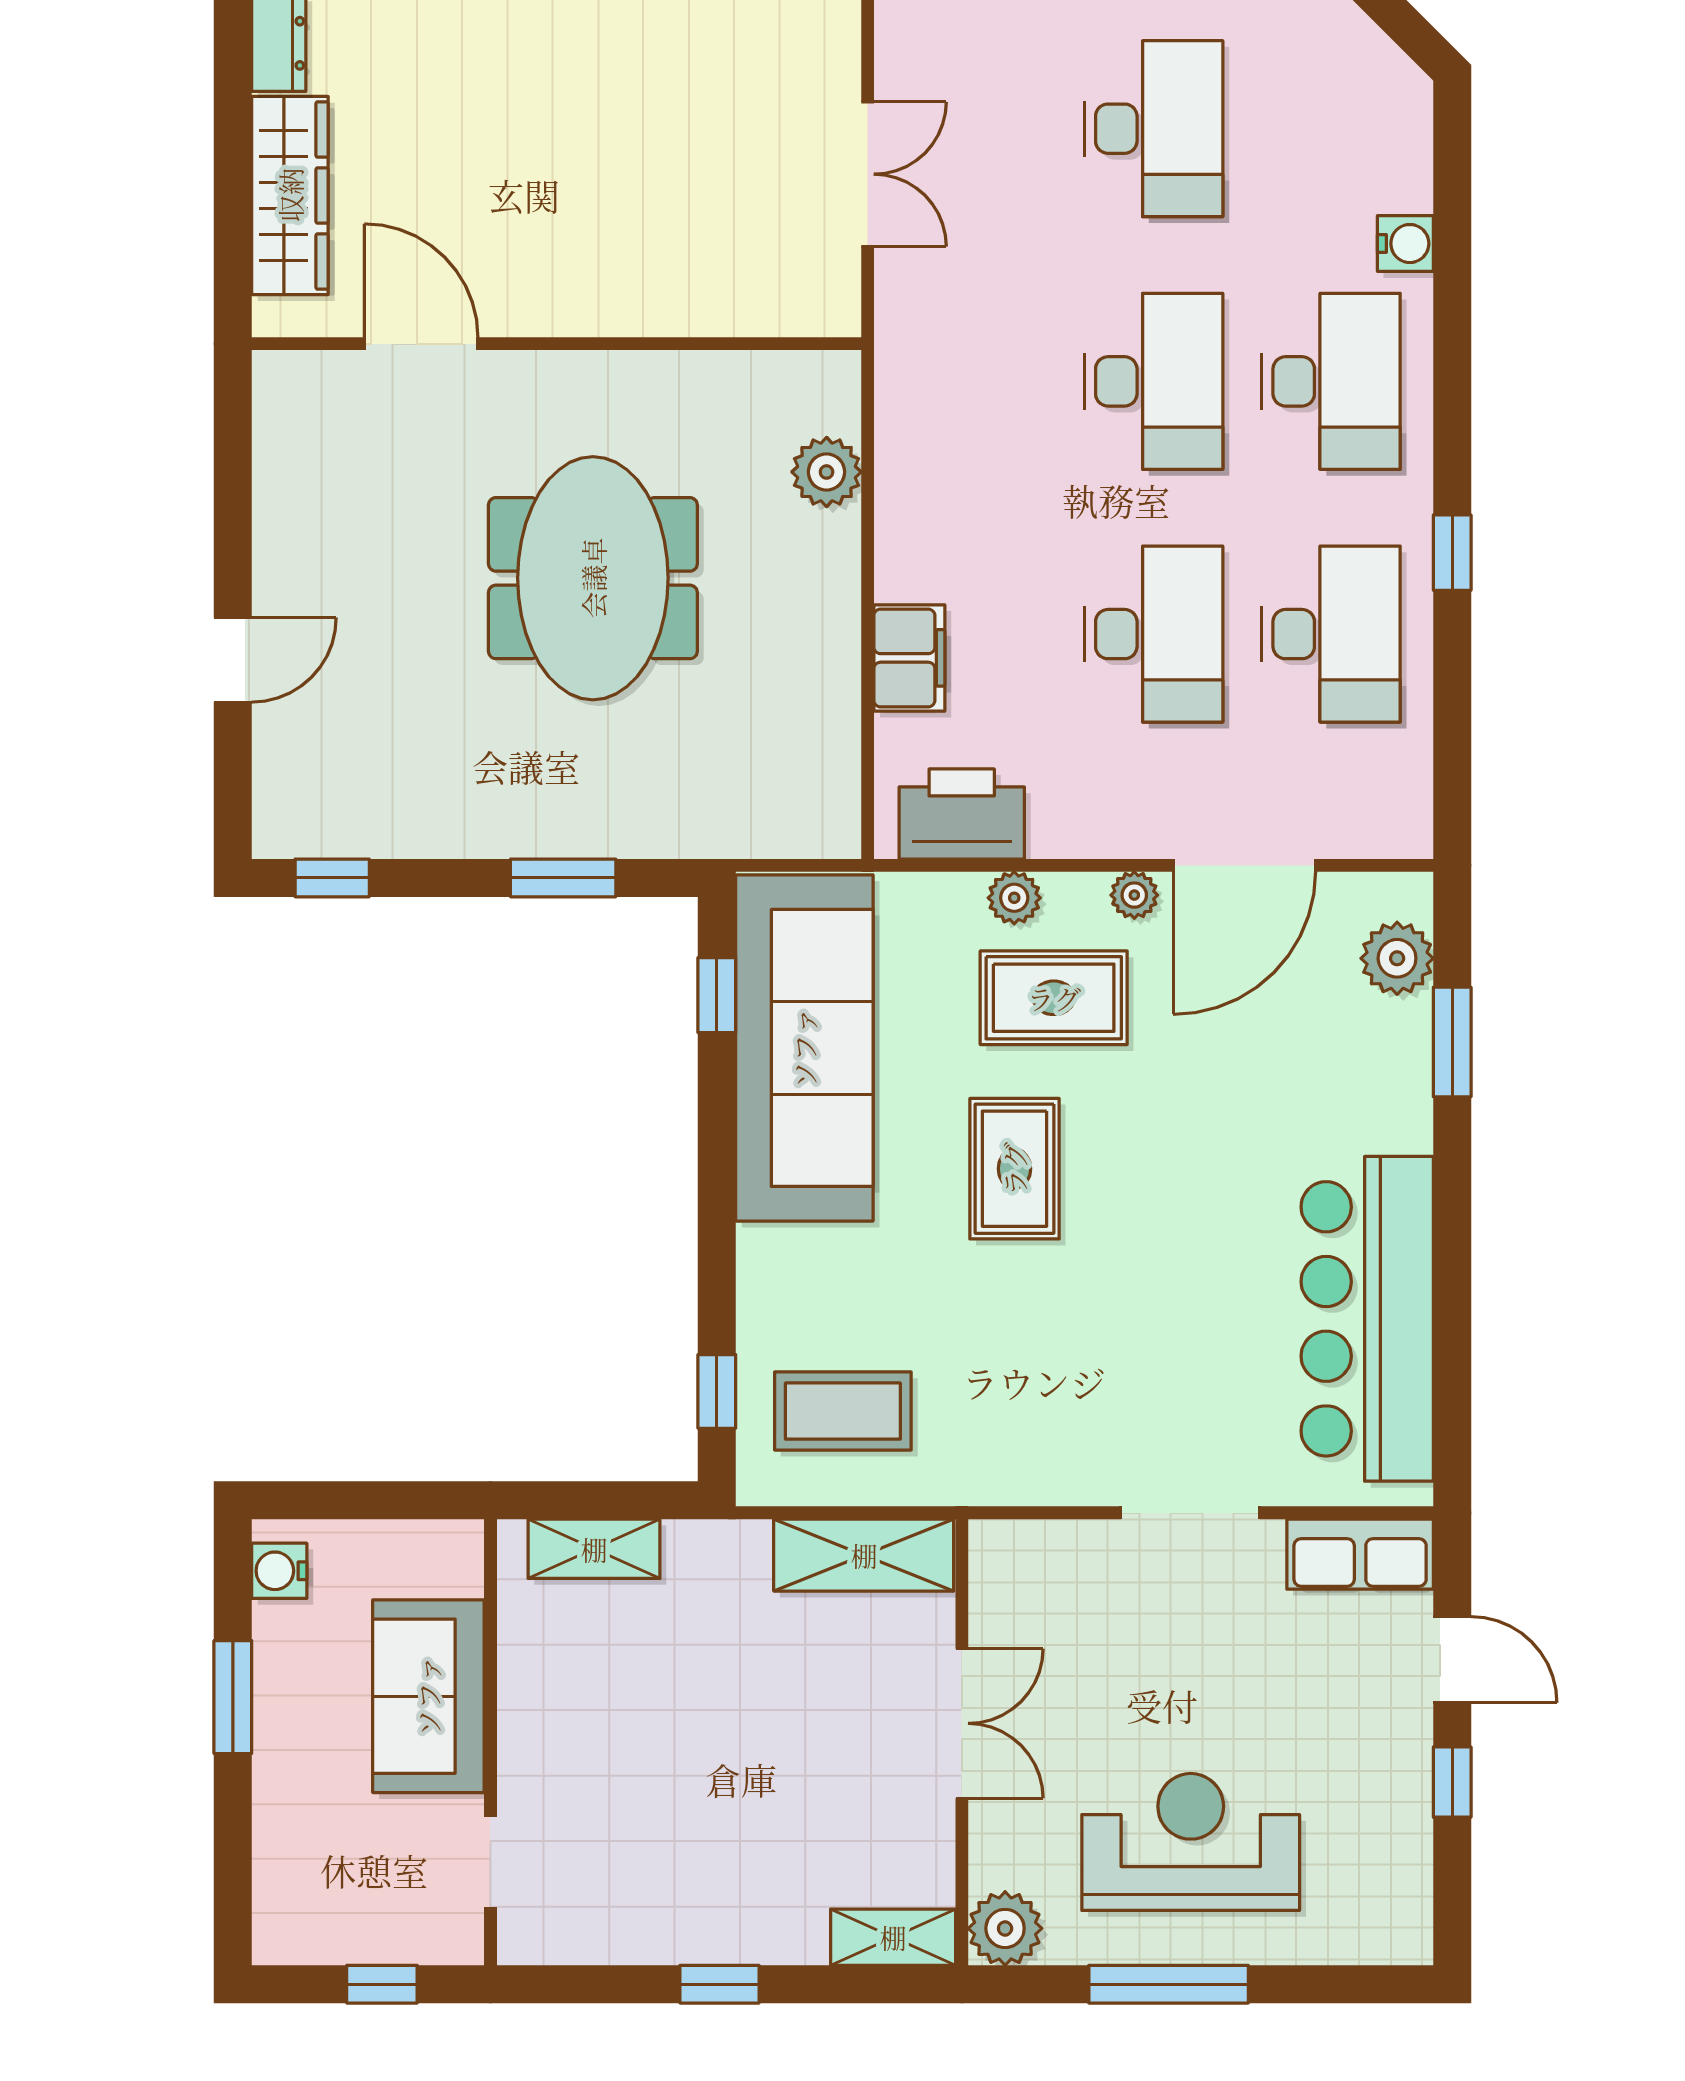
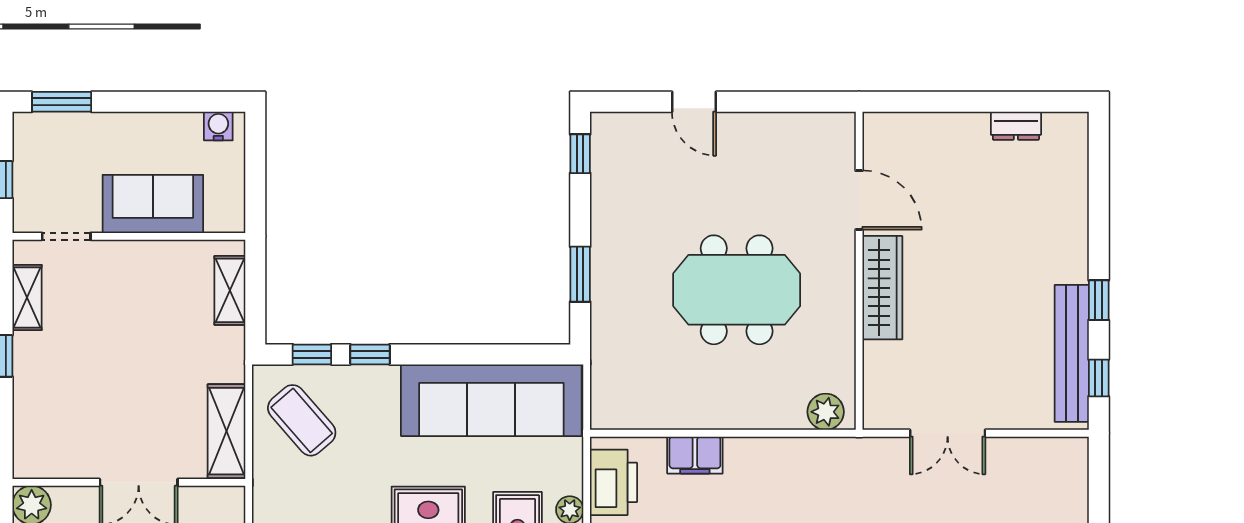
wardrobe: (290, 195) -> (882, 288), moved, turned -90
door: (421, 344) -> (859, 200), hinge flipped
plant: (827, 472) -> (826, 412), moved
window: (717, 995) -> (370, 354), moved
coffee table: (843, 1411) -> (302, 420), turned -41
window: (233, 1697) -> (62, 102), moved
shelving: (893, 1937) -> (27, 298), moved

